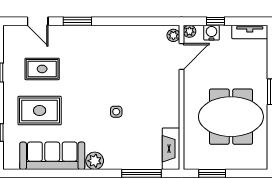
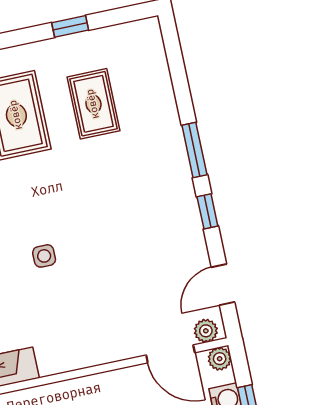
door: (38, 21) -> (223, 285), moved
window: (111, 21) -> (207, 211), added

